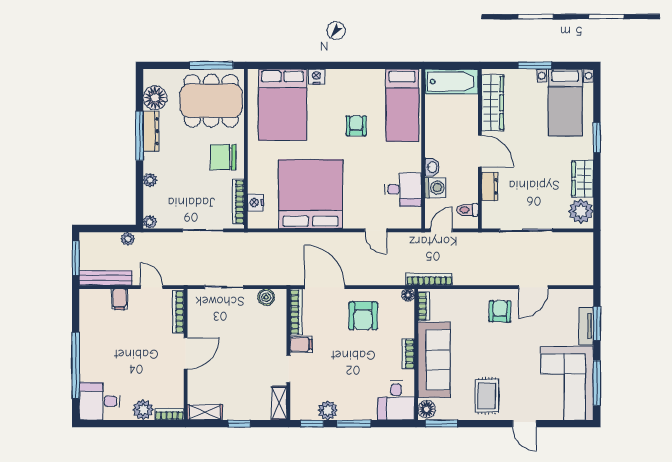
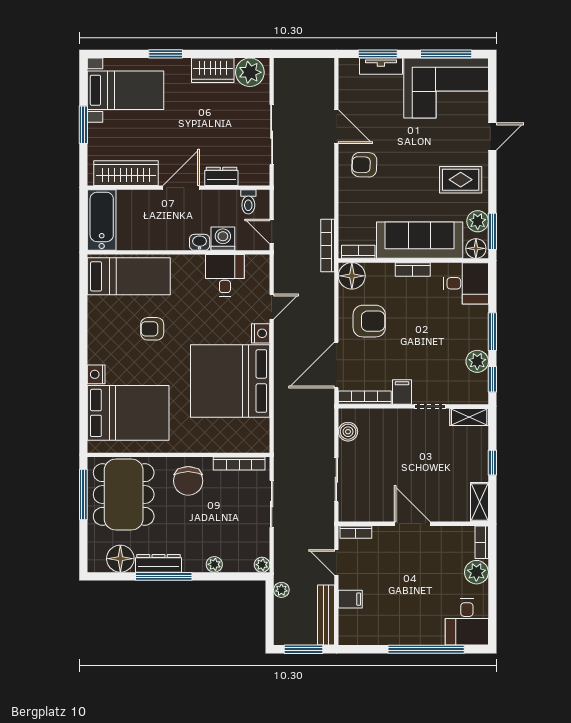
nightstand: (256, 203) -> (261, 333), moved, turned -90
door: (152, 287) -> (336, 562), hinge flipped
floor lamp: (408, 295) -> (352, 276), width x1.89, depth x1.89
bookcase: (178, 312) -> (356, 532), width x0.64
plant: (450, 411) -> (478, 221), added

